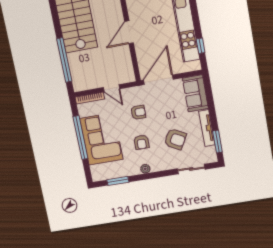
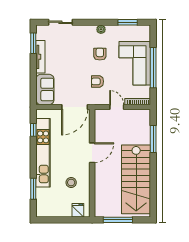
window: (64, 60) -> (153, 139), width x0.68
armchair: (175, 139) -> (70, 52), removed

